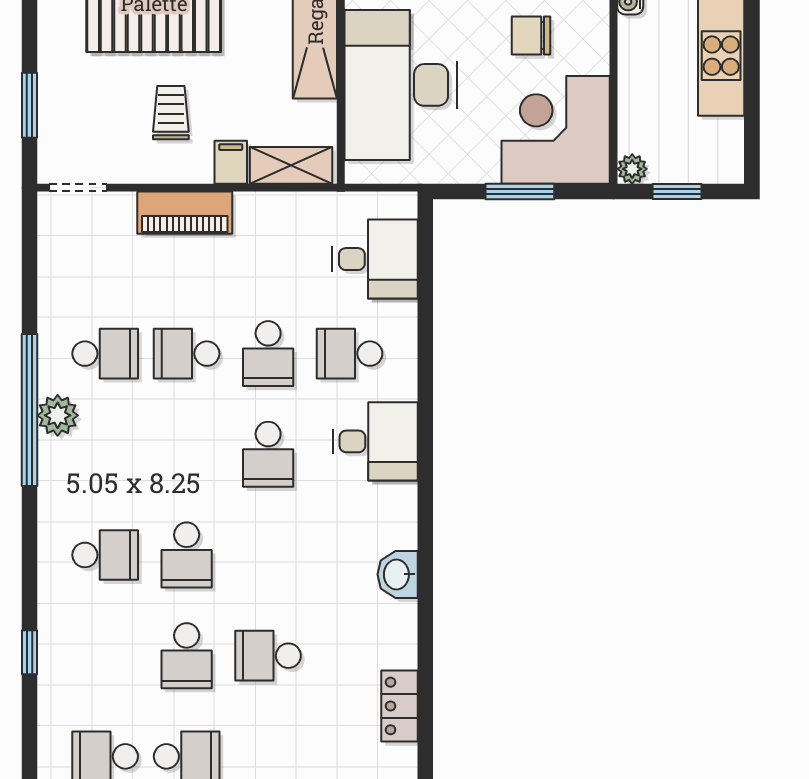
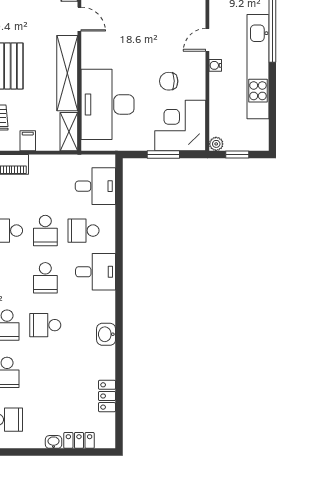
shelving: (291, 165) -> (69, 132), moved, turned 90
school desk: (268, 656) -> (45, 325), moved

